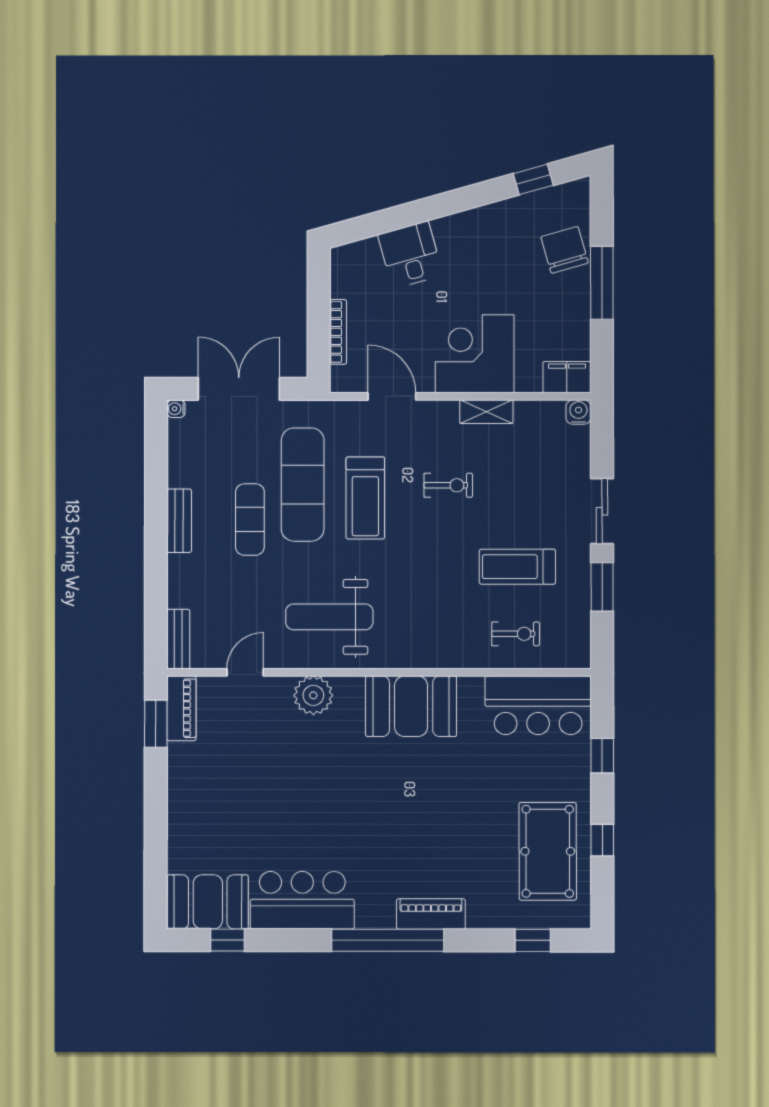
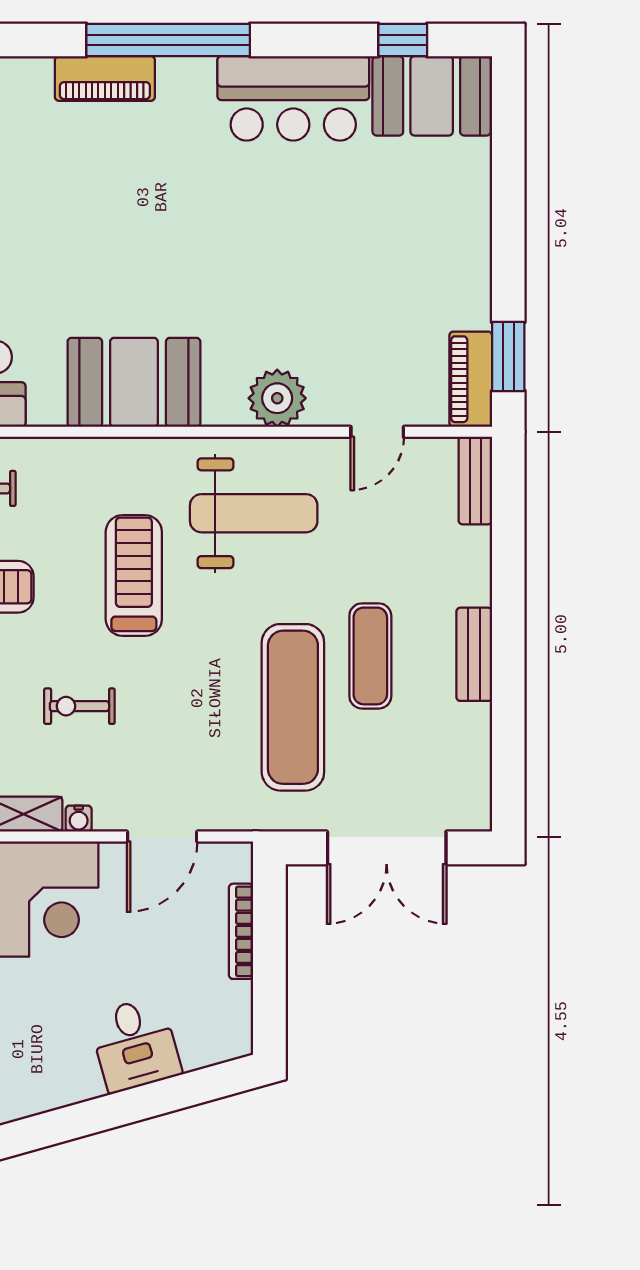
door: (392, 396) -> (162, 837), hinge flipped
water cooler: (176, 409) -> (79, 819), moved, turned 90
treadmill: (365, 498) -> (134, 576), moved

